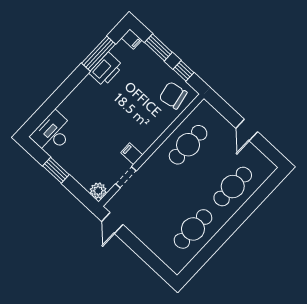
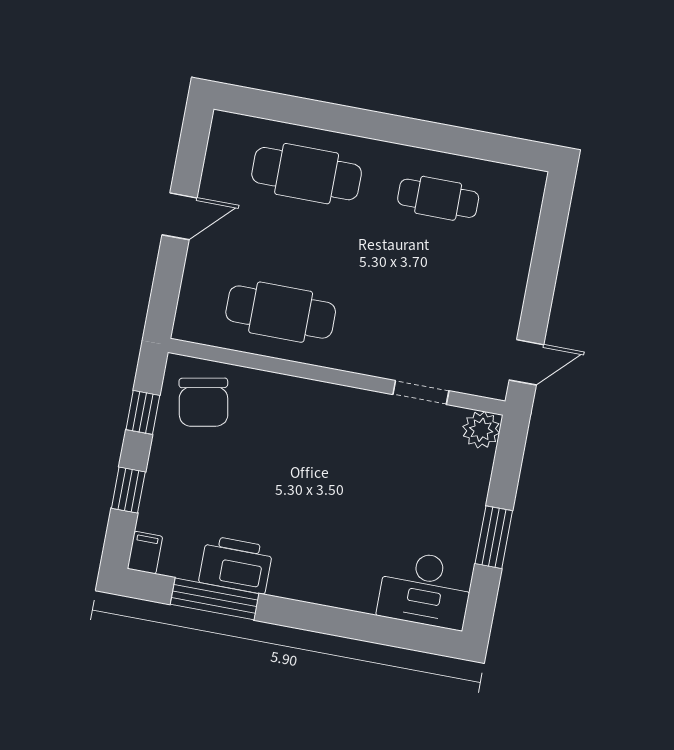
window: (158, 47) -> (128, 490), width x0.67
filing cabinet: (132, 154) -> (368, 410), removed
cafe table: (193, 229) -> (438, 198), width x0.73, depth x0.74

